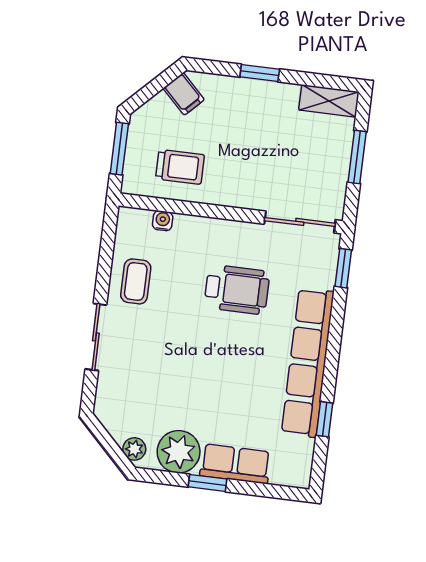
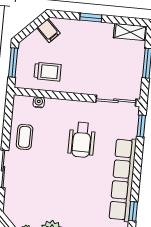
wheelchair: (237, 290) -> (82, 140), turned 90

